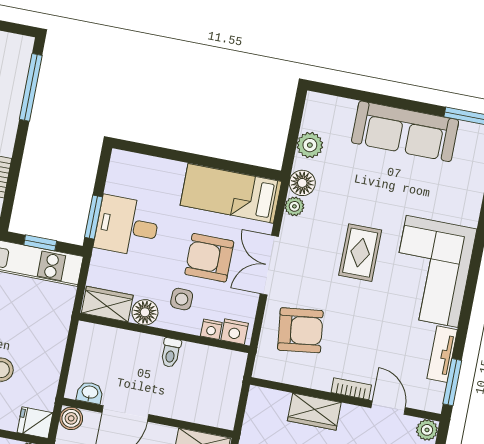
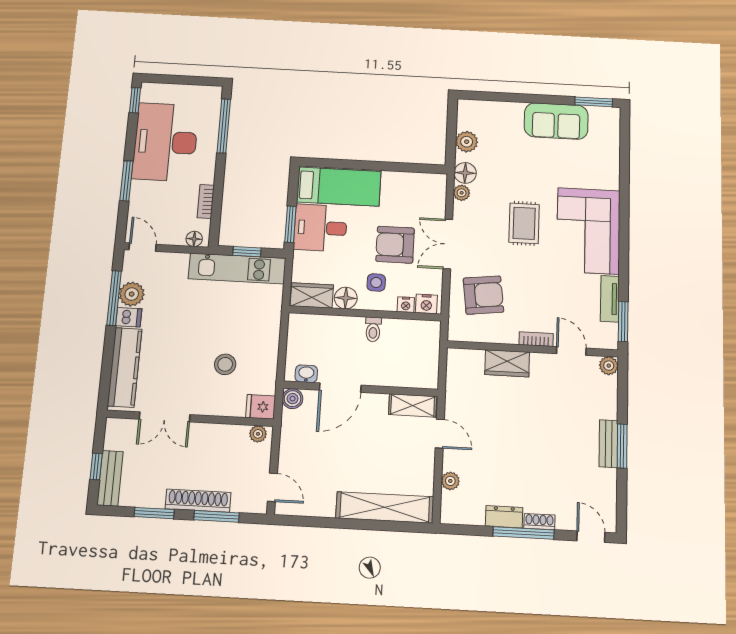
sofa: (405, 131) -> (556, 121), width x0.73
bed: (231, 193) -> (339, 187), moved, turned 180

